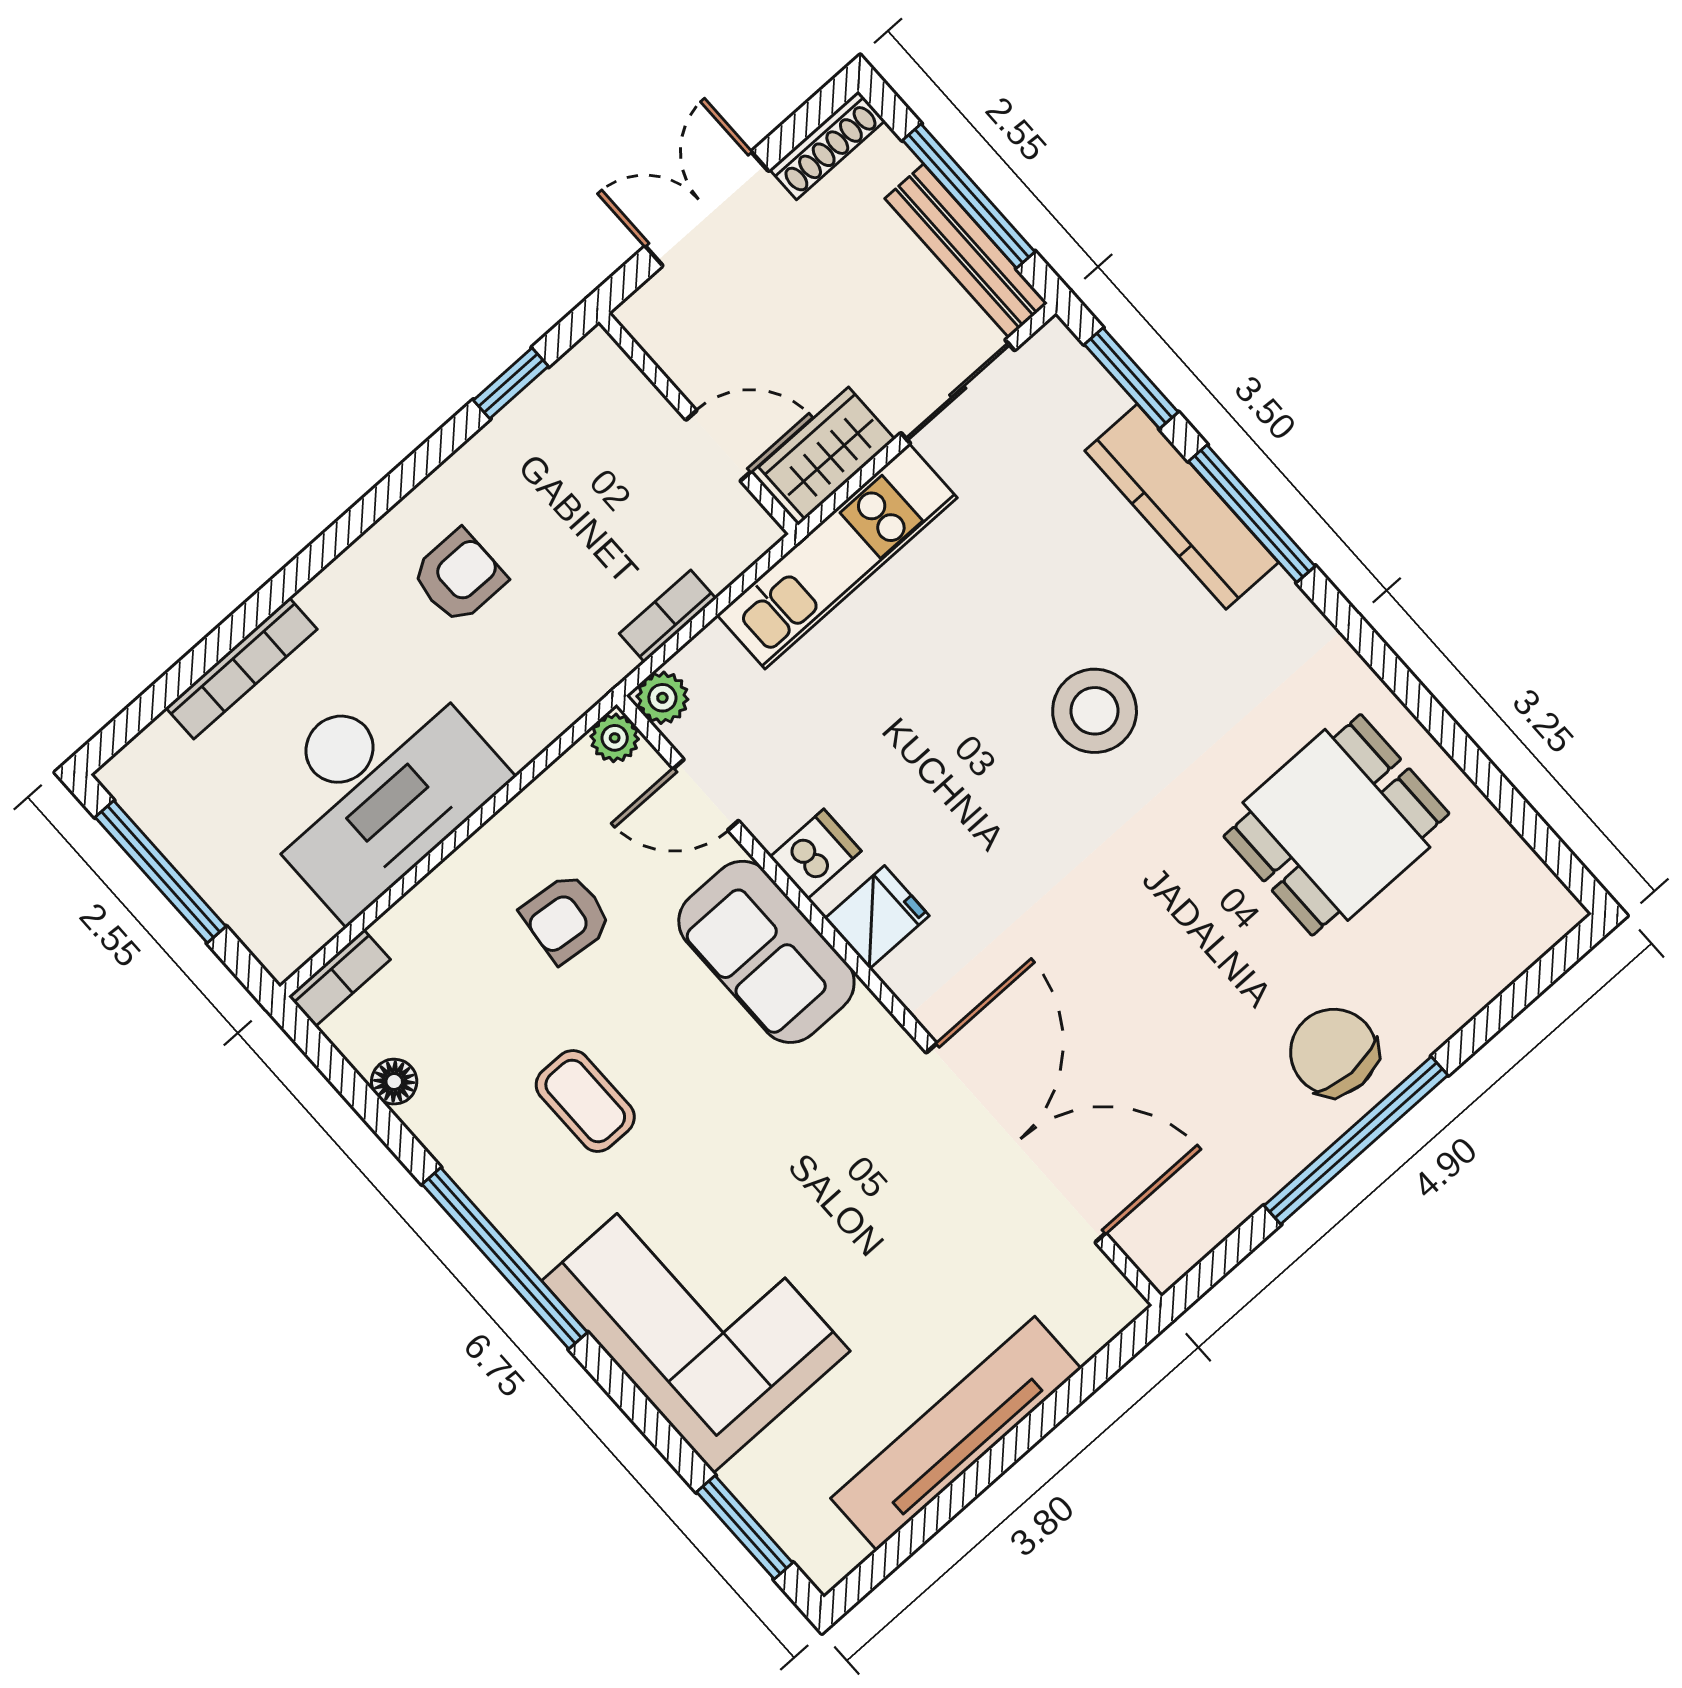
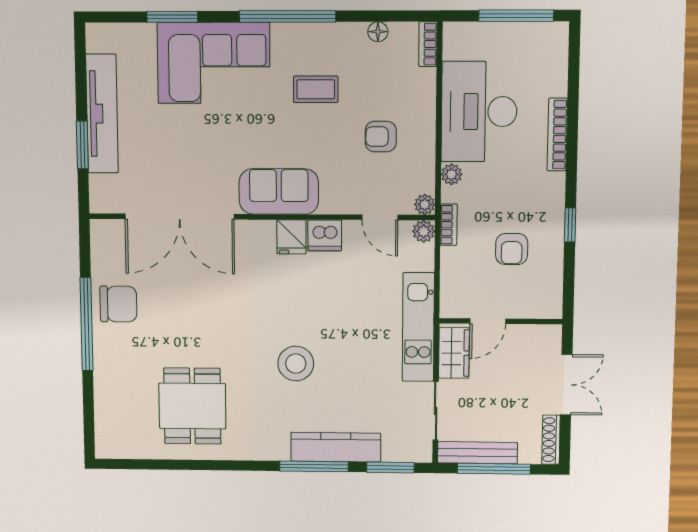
window: (511, 383) -> (570, 225), moved
armchair: (459, 576) -> (512, 249), moved
bookcase: (668, 616) -> (449, 225), moved
bookcase: (241, 668) -> (557, 135), moved
plant: (522, 739) -> (451, 174), added
door: (706, 795) -> (380, 217), swing flipped
dishwasher: (815, 854) -> (325, 235), width x1.38
armchair: (566, 918) -> (381, 137), turned -96
sofa: (766, 952) -> (279, 191), moved
chair: (1334, 1052) -> (118, 304), moved
window: (1041, 1421) -> (82, 145), added
window: (745, 1527) -> (172, 17), moved

